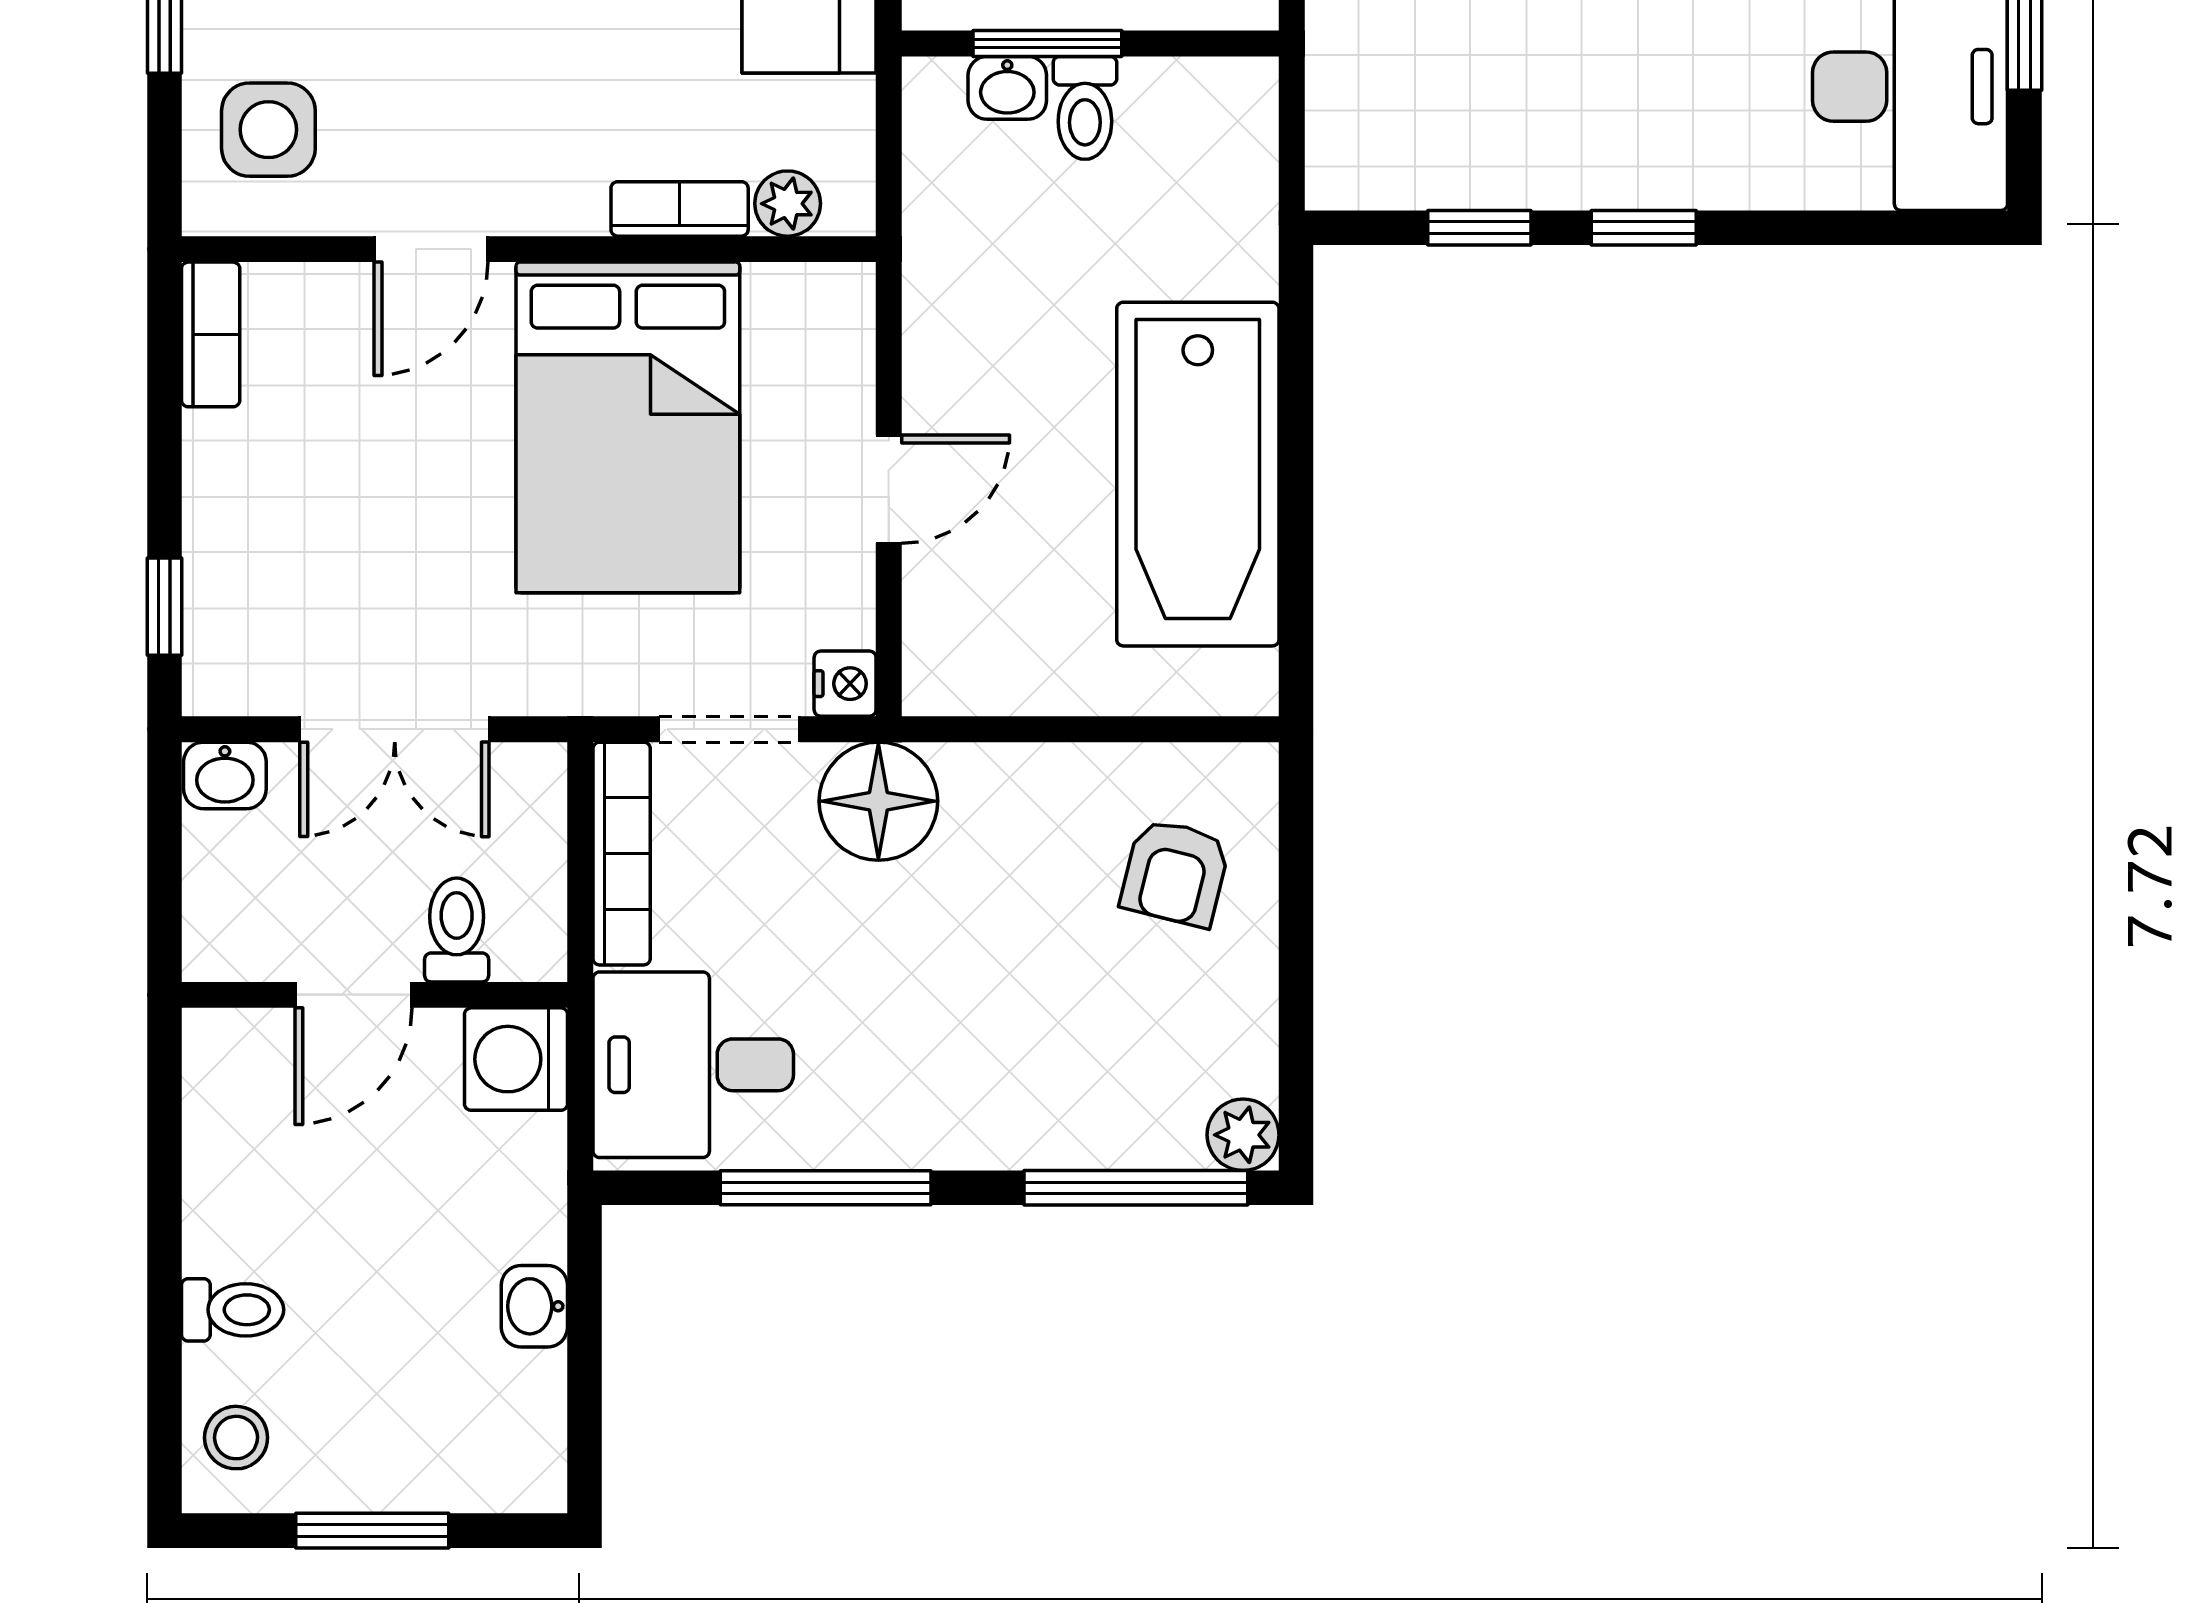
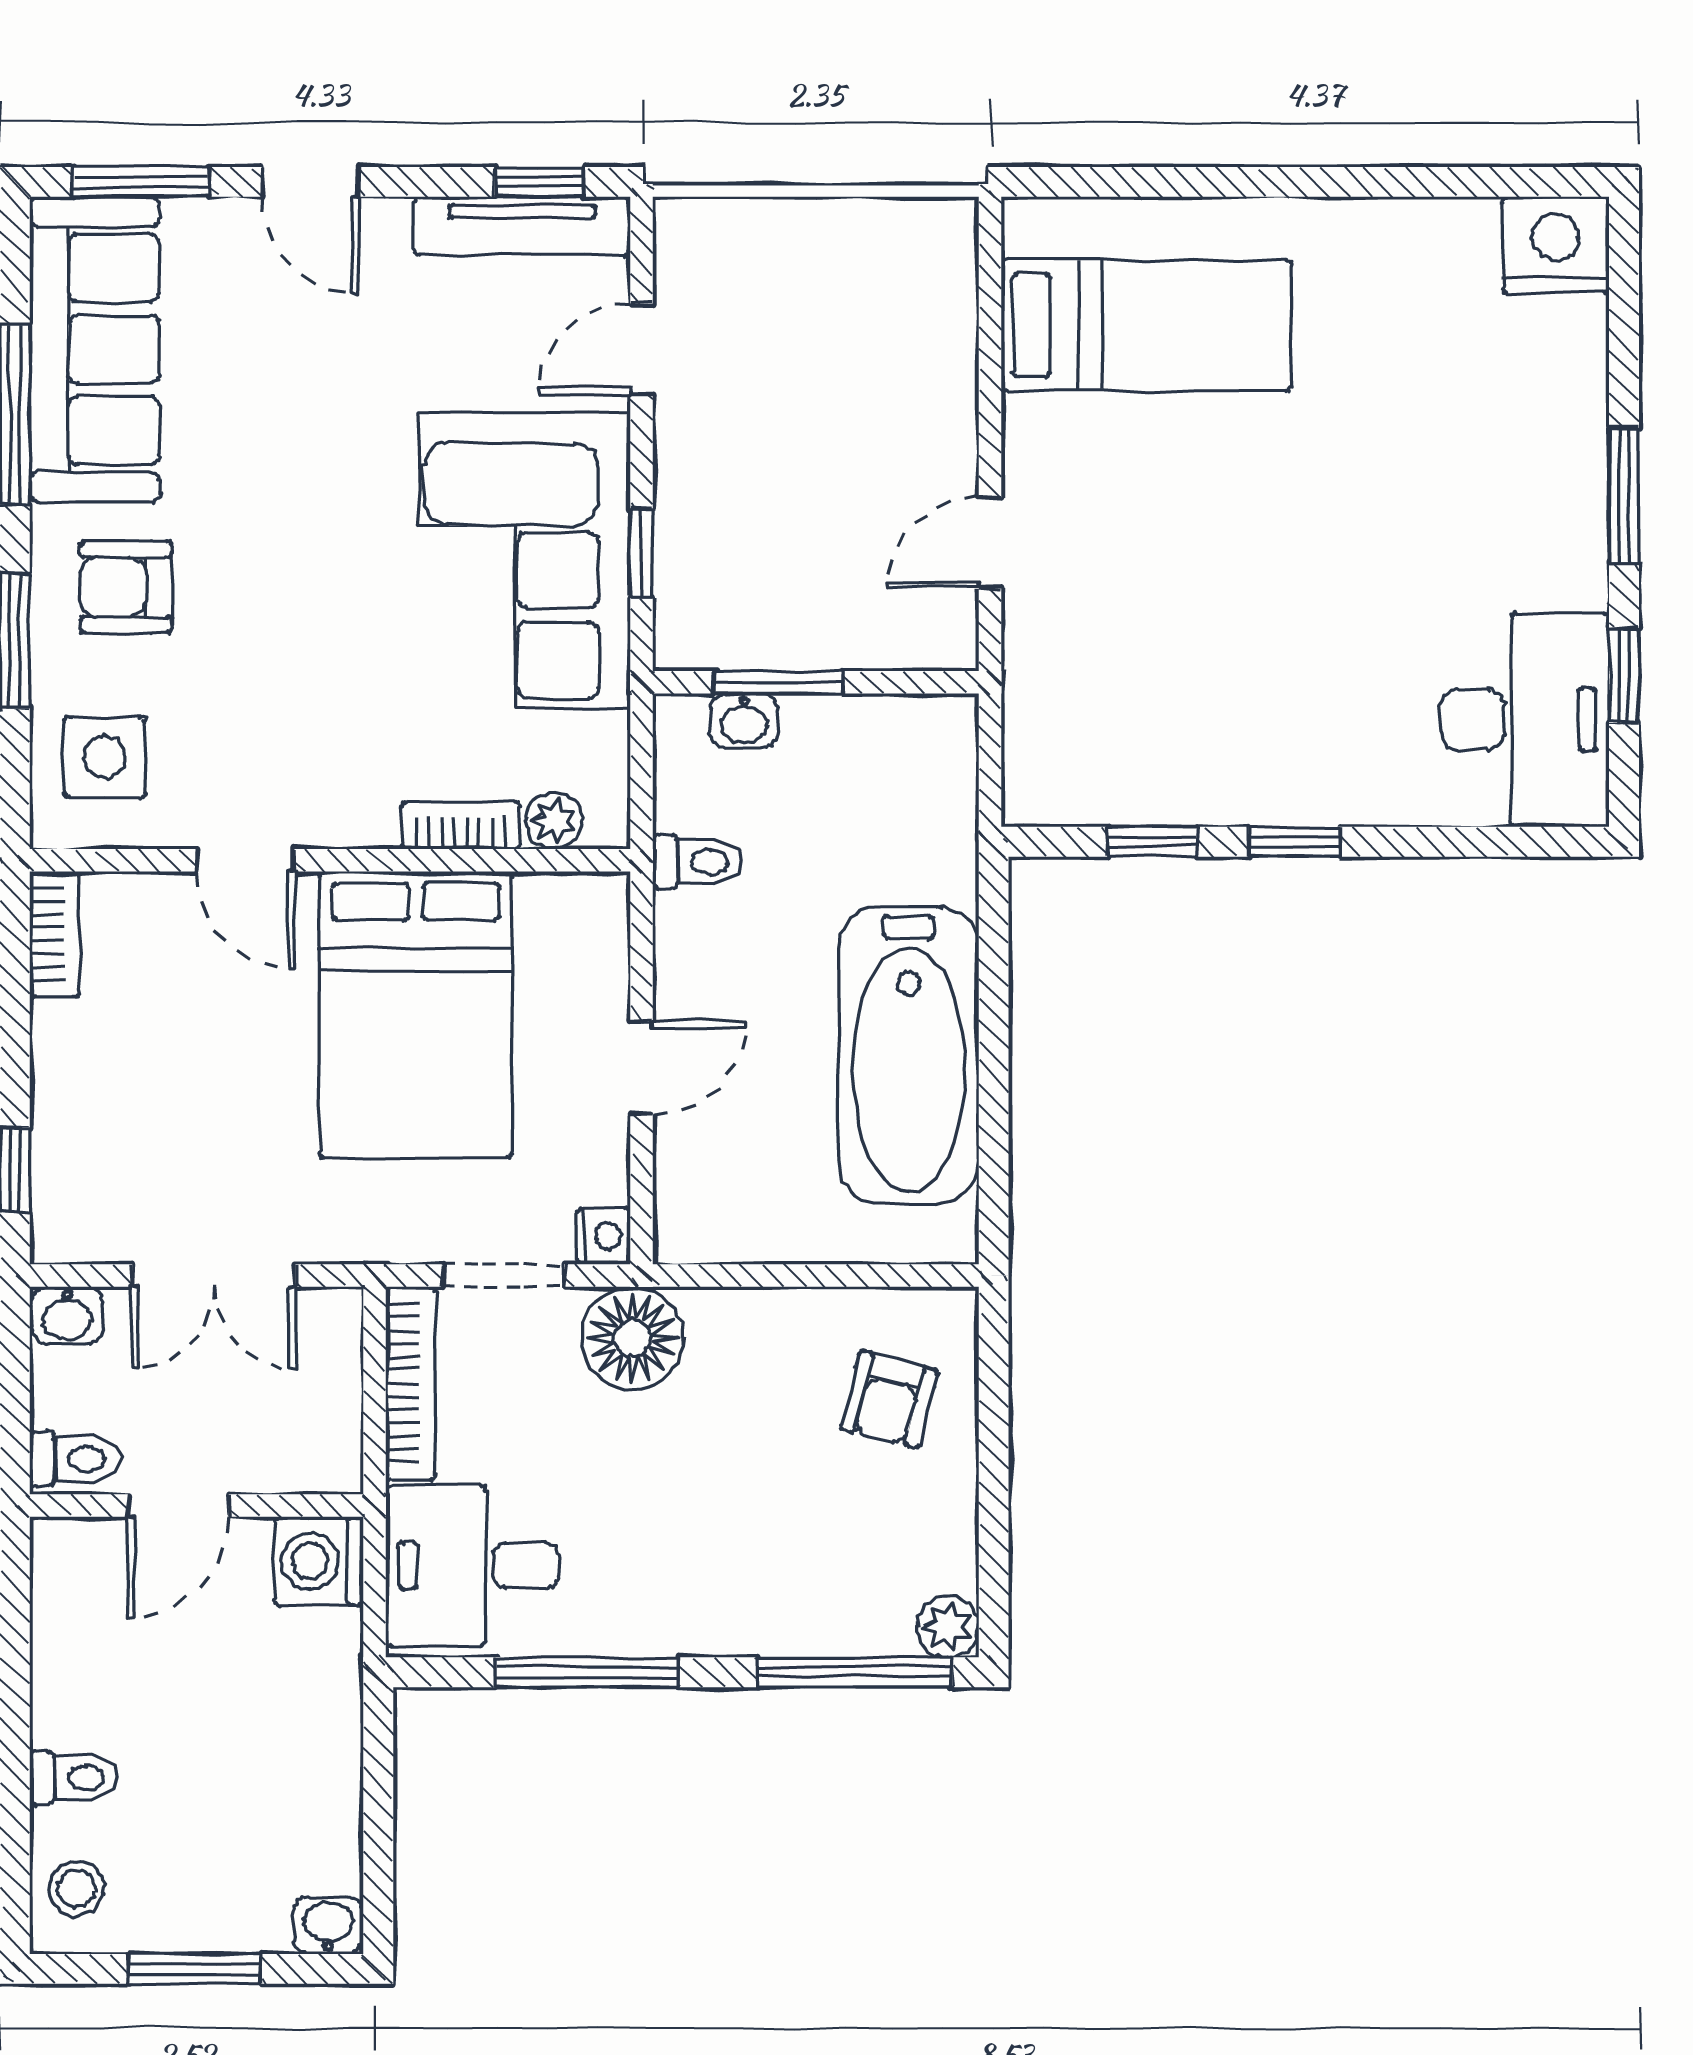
toilet: (1085, 108) -> (697, 862), moved, turned -90
door: (431, 249) -> (245, 860), hinge flipped
toilet: (457, 930) -> (75, 1459), moved, turned 90
washbasin: (534, 1306) -> (328, 1926), moved, turned 90

